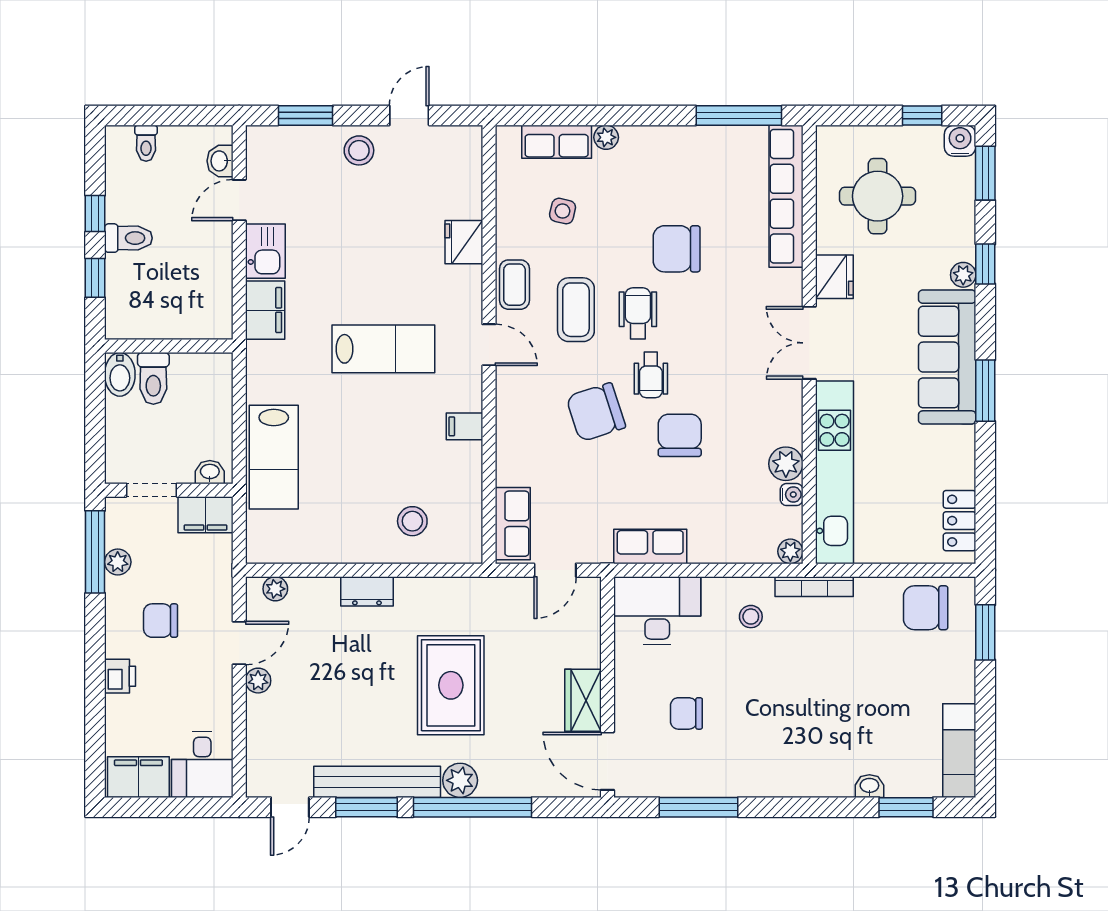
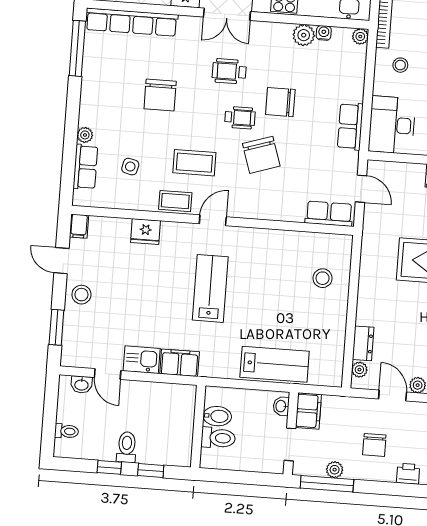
wheelchair: (638, 313) -> (229, 71), moved
bidet: (120, 374) -> (217, 416), moved
filing cabinet: (464, 426) -> (79, 226), moved
dresser: (367, 591) -> (363, 343), moved

